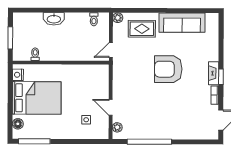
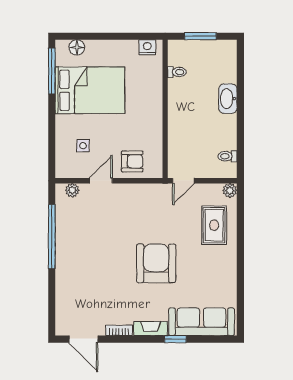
sofa: (182, 23) -> (202, 322), moved, turned 90
door: (111, 50) -> (183, 181), swing flipped
window: (221, 77) -> (175, 339), moved
armchair: (97, 86) -> (132, 161), added
bed: (37, 98) -> (90, 90), moved, turned -90

